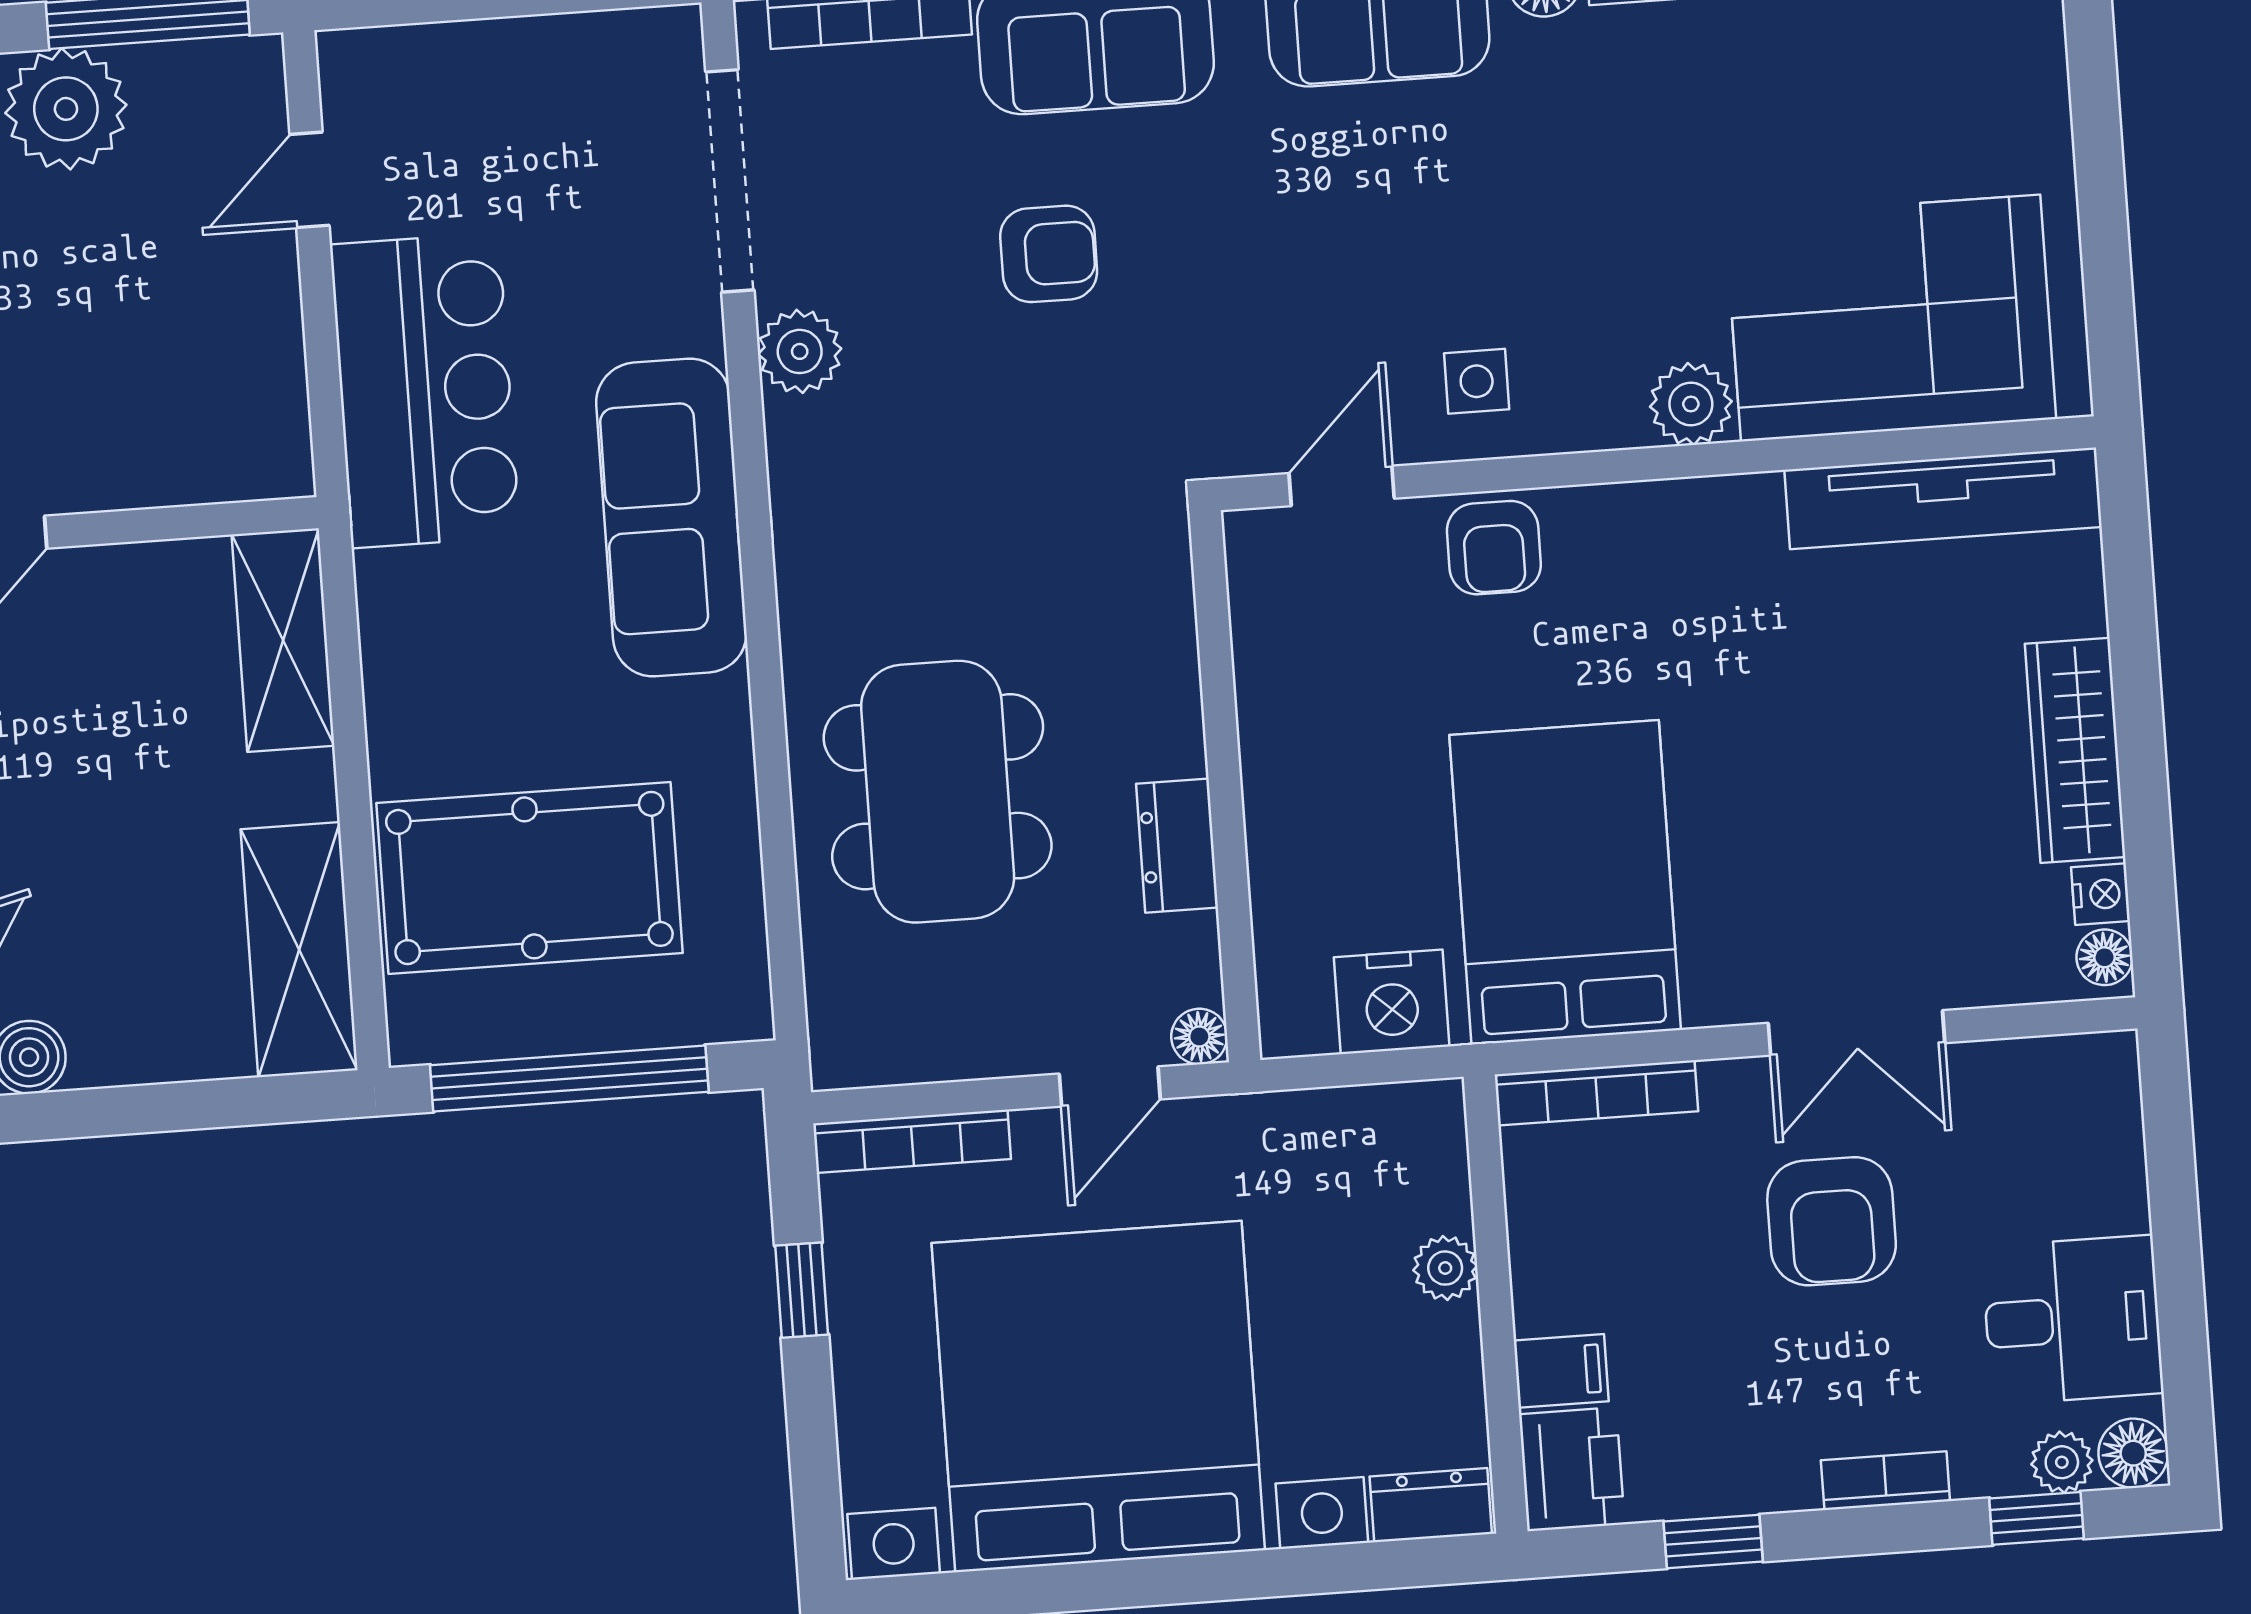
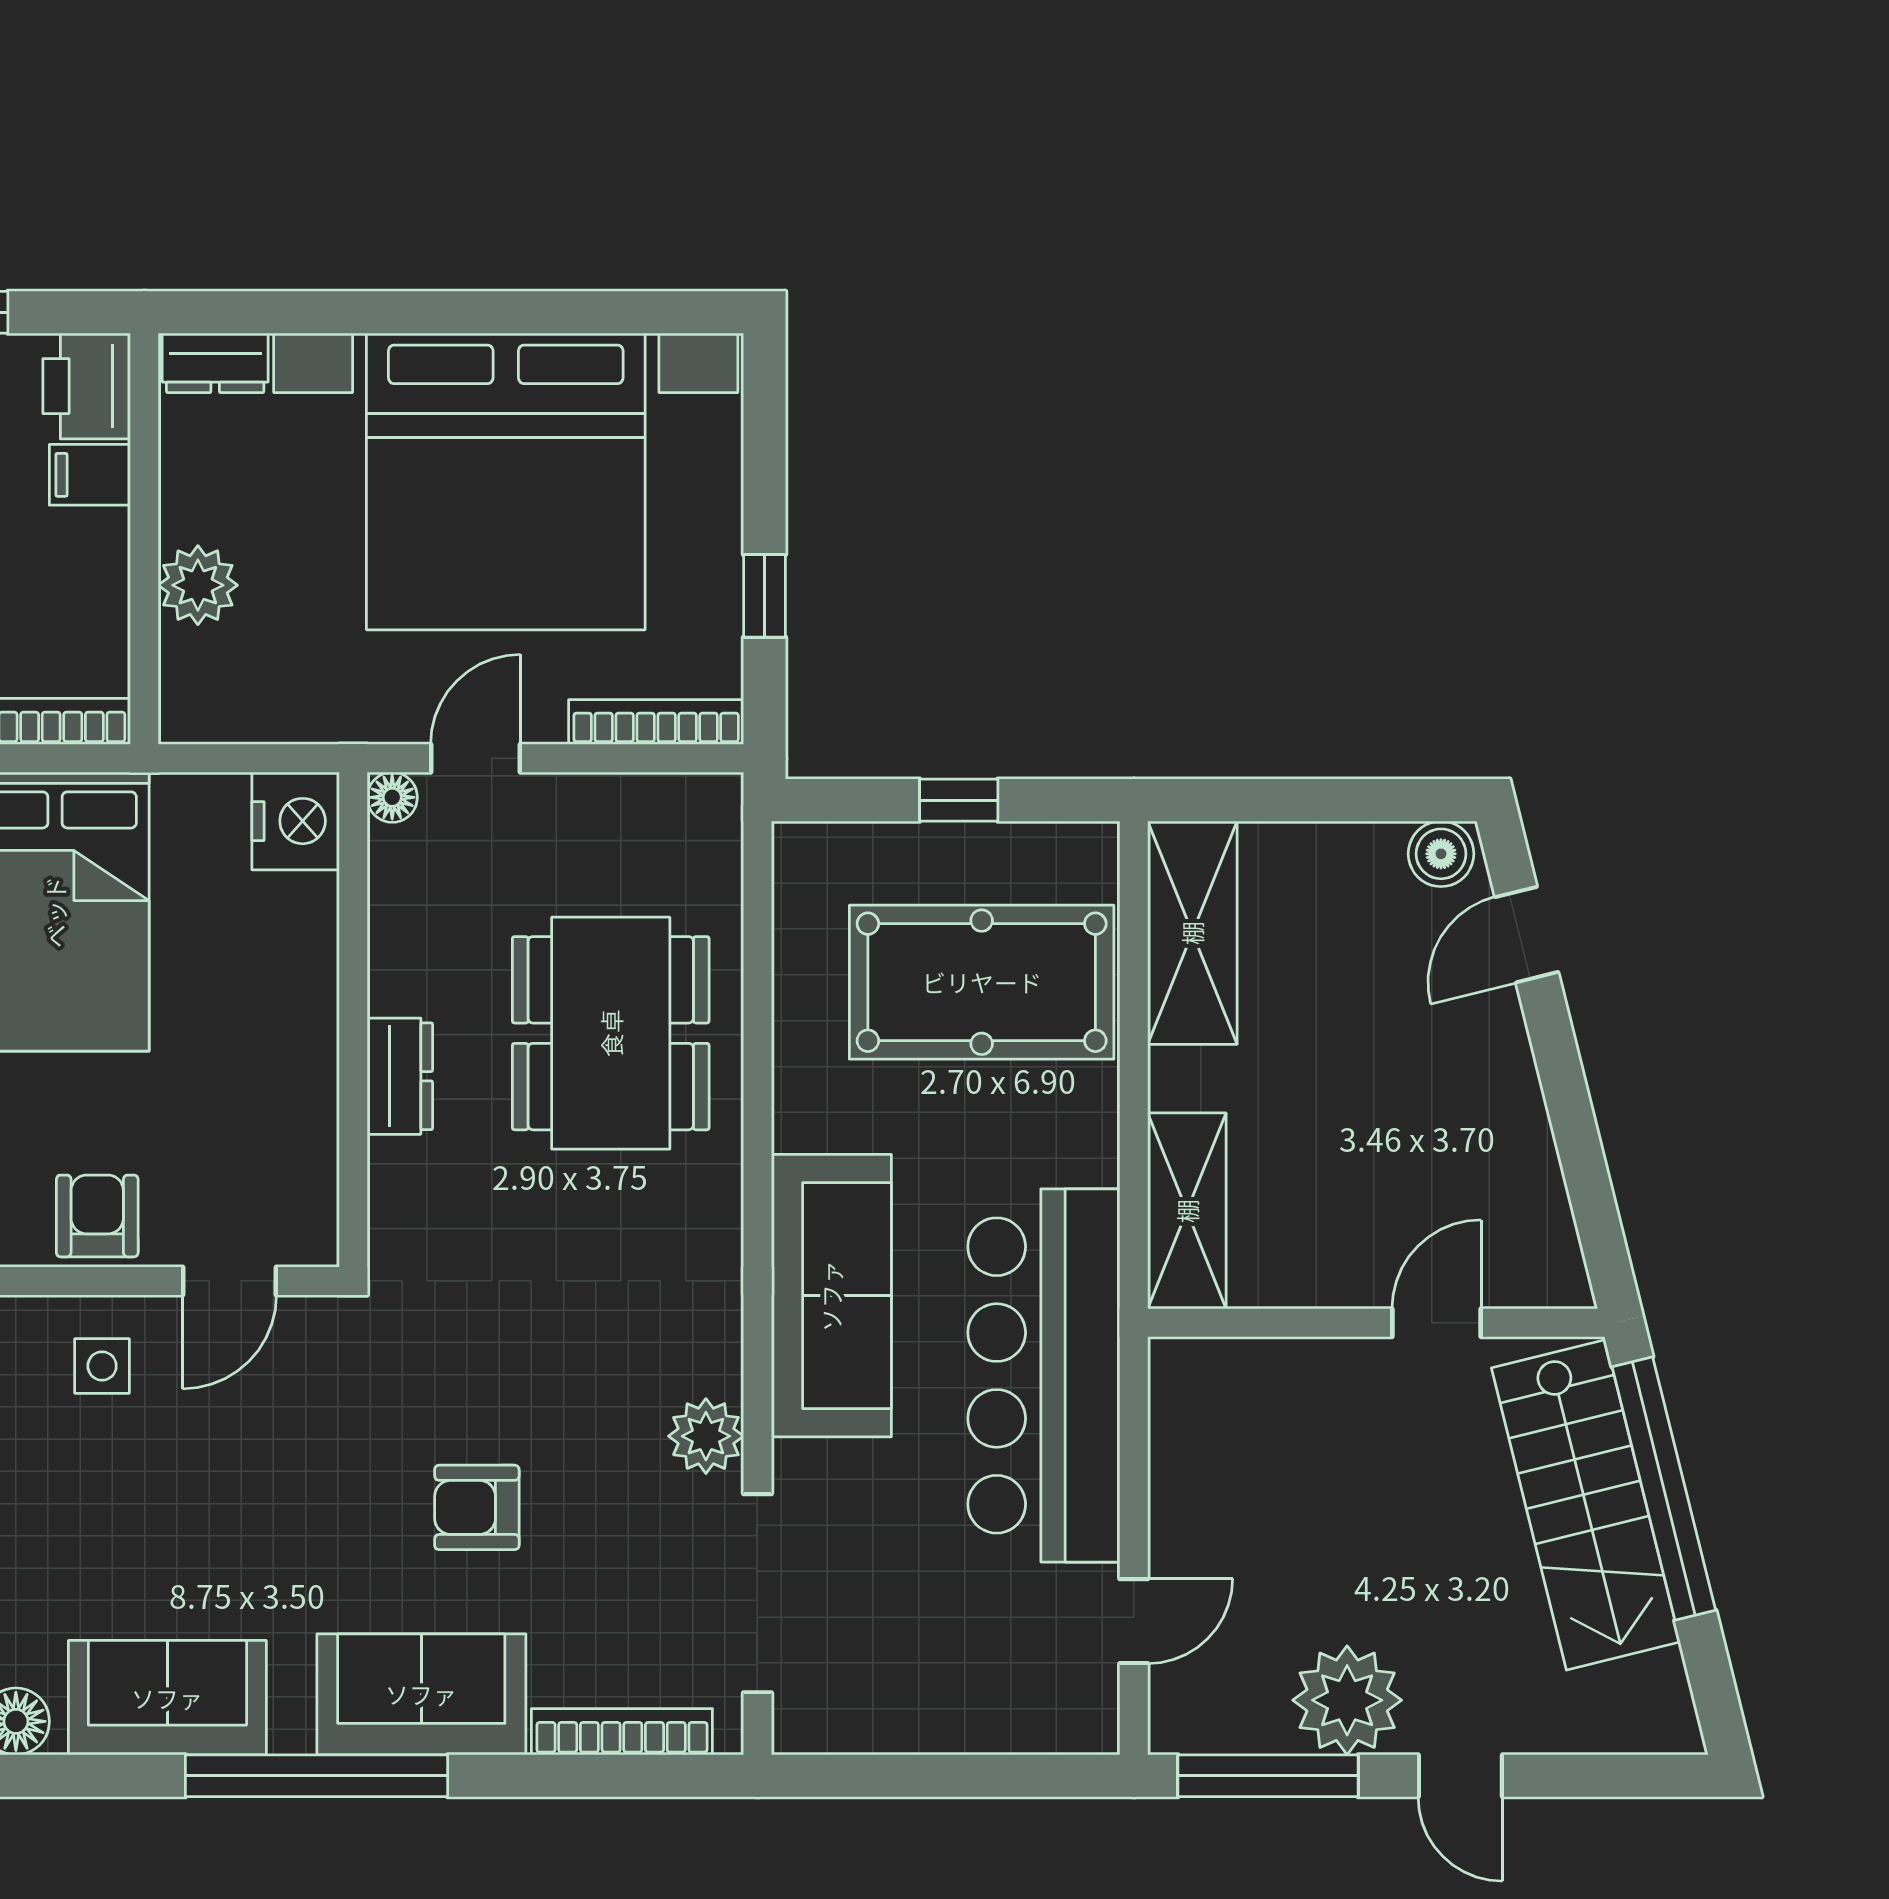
bar counter: (425, 390) -> (1044, 1375), width x1.36
dresser: (1177, 846) -> (400, 1076), moved
nightstand: (1392, 1002) -> (296, 821), moved, turned 90
window: (569, 1079) -> (959, 800), width x0.32
plant: (1445, 1268) -> (198, 585), width x1.38, depth x1.38

